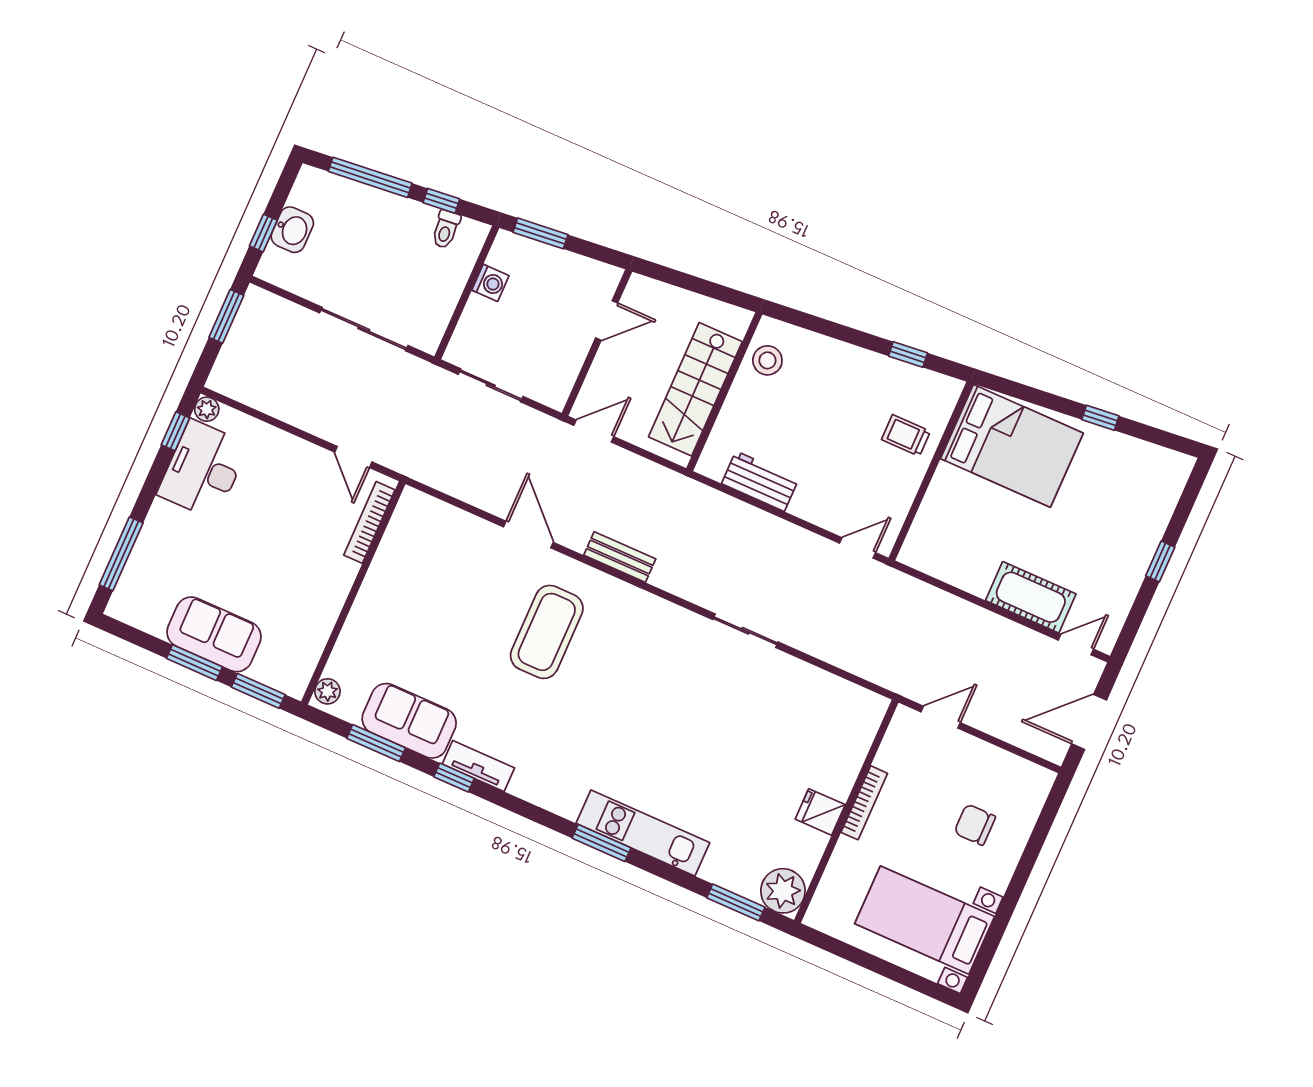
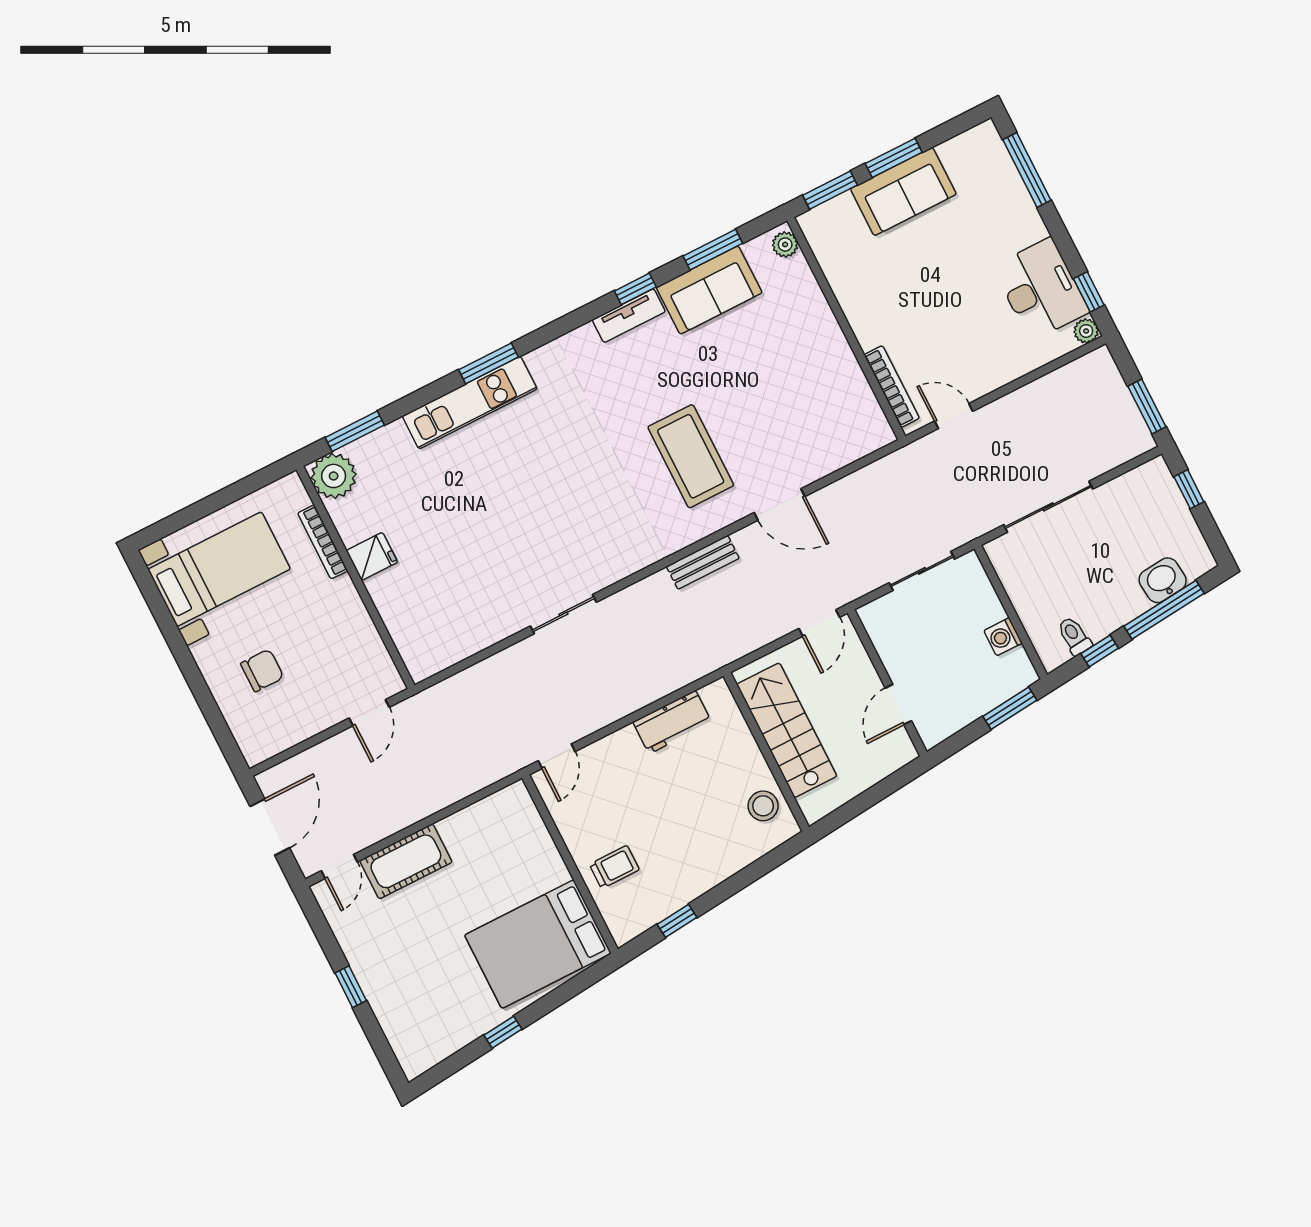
washbasin: (292, 230) -> (1163, 580), moved, turned 84
bookcase: (864, 803) -> (323, 542), moved

